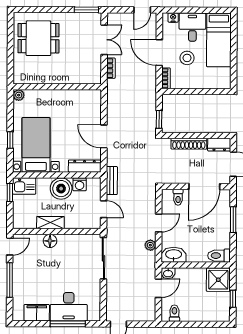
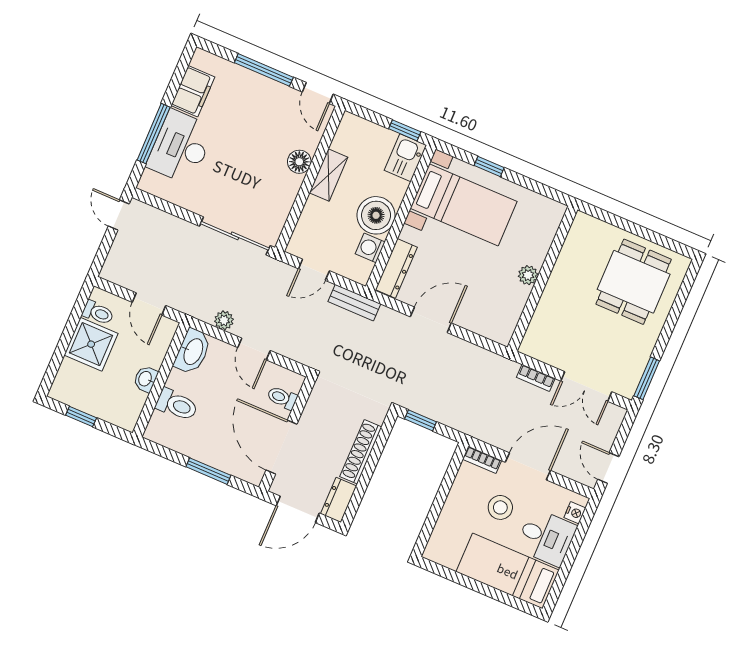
plant: (19, 95) -> (528, 275), moved
toilet: (219, 256) -> (177, 405), moved, turned 90
washbasin: (168, 273) -> (146, 379), moved
shower: (218, 280) -> (91, 344), moved

